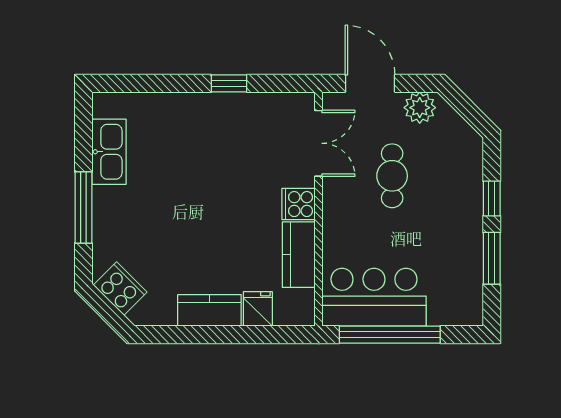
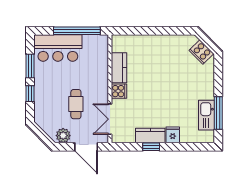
window: (83, 208) -> (218, 113), moved
bar counter: (374, 297) -> (58, 48), moved
fridge: (258, 309) -> (173, 135), moved, turned 180
kitchen counter: (209, 310) -> (150, 136), moved, turned 180

